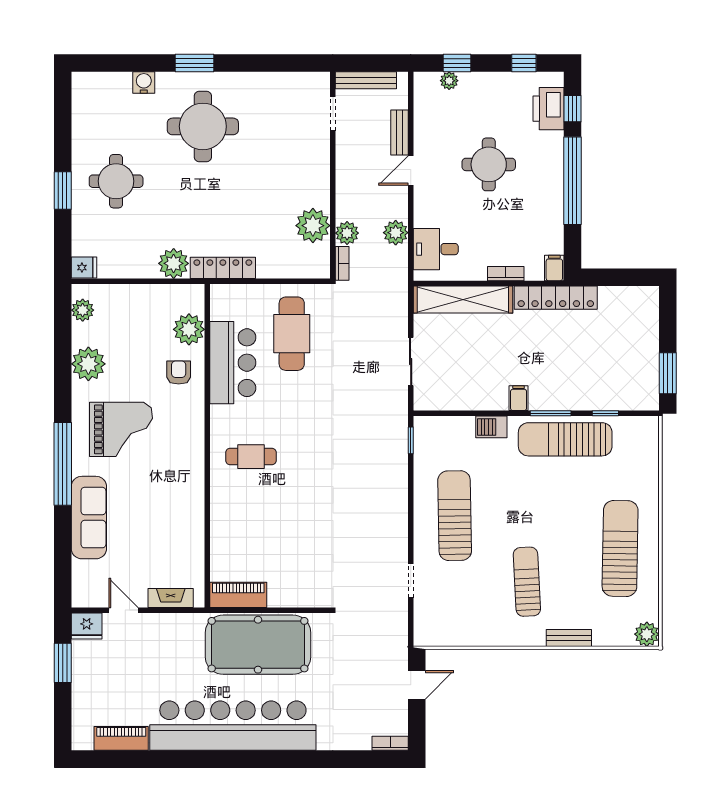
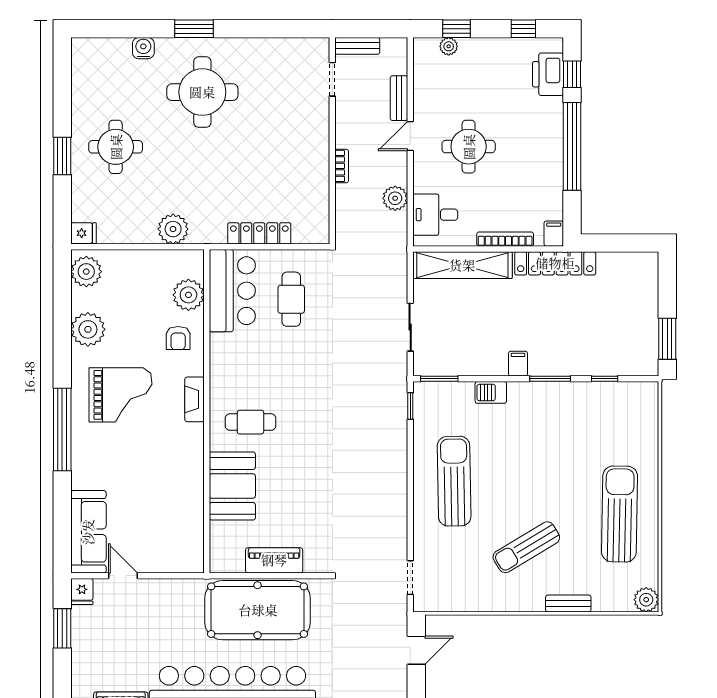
bench: (366, 80) -> (357, 46), width x0.73
round table: (489, 164) -> (469, 147), moved
plant: (313, 226) -> (312, 191), removed
plant: (347, 233) -> (347, 199), removed
bookcase: (342, 263) -> (342, 166), moved
locker: (223, 268) -> (259, 233), moved
bookcase: (506, 274) -> (505, 239), width x1.56
plant: (83, 310) -> (86, 272), width x1.36, depth x1.36
cafe table: (292, 334) -> (291, 299), width x0.73, depth x0.74
bar counter: (233, 363) -> (232, 291), moved
armchair: (179, 372) -> (178, 338), turned 180
window: (440, 413) -> (439, 379), added
sun lounger: (565, 439) -> (565, 405), removed
sofa: (89, 518) -> (88, 532), moved
booth: (233, 520) -> (232, 486), added
doorway: (411, 581) -> (410, 578), moved
sun lounger: (527, 582) -> (526, 547), turned -118
piano: (238, 595) -> (274, 560), moved
fireplace: (171, 598) -> (195, 399), moved, turned -90
fridge: (87, 626) -> (82, 591), width x0.72

